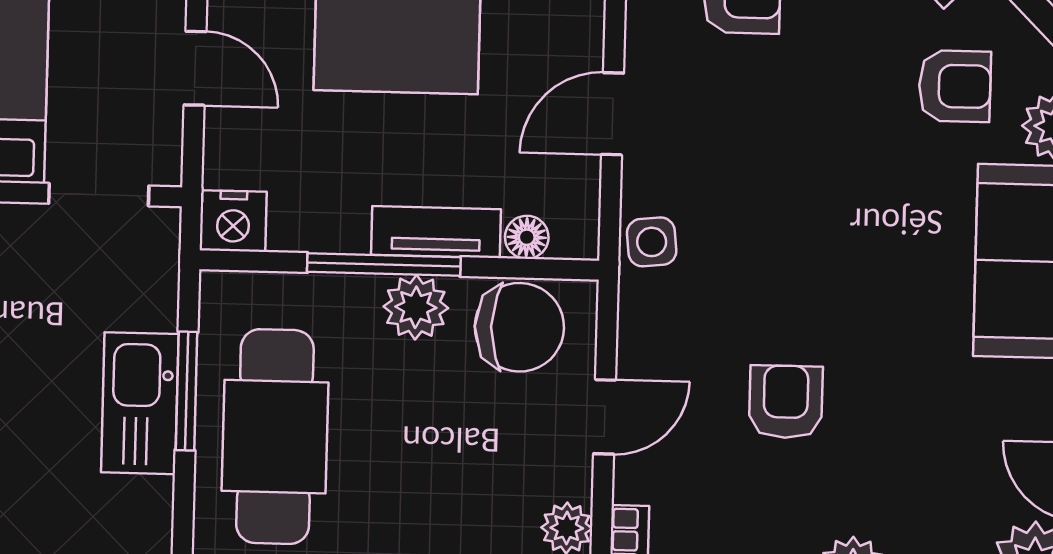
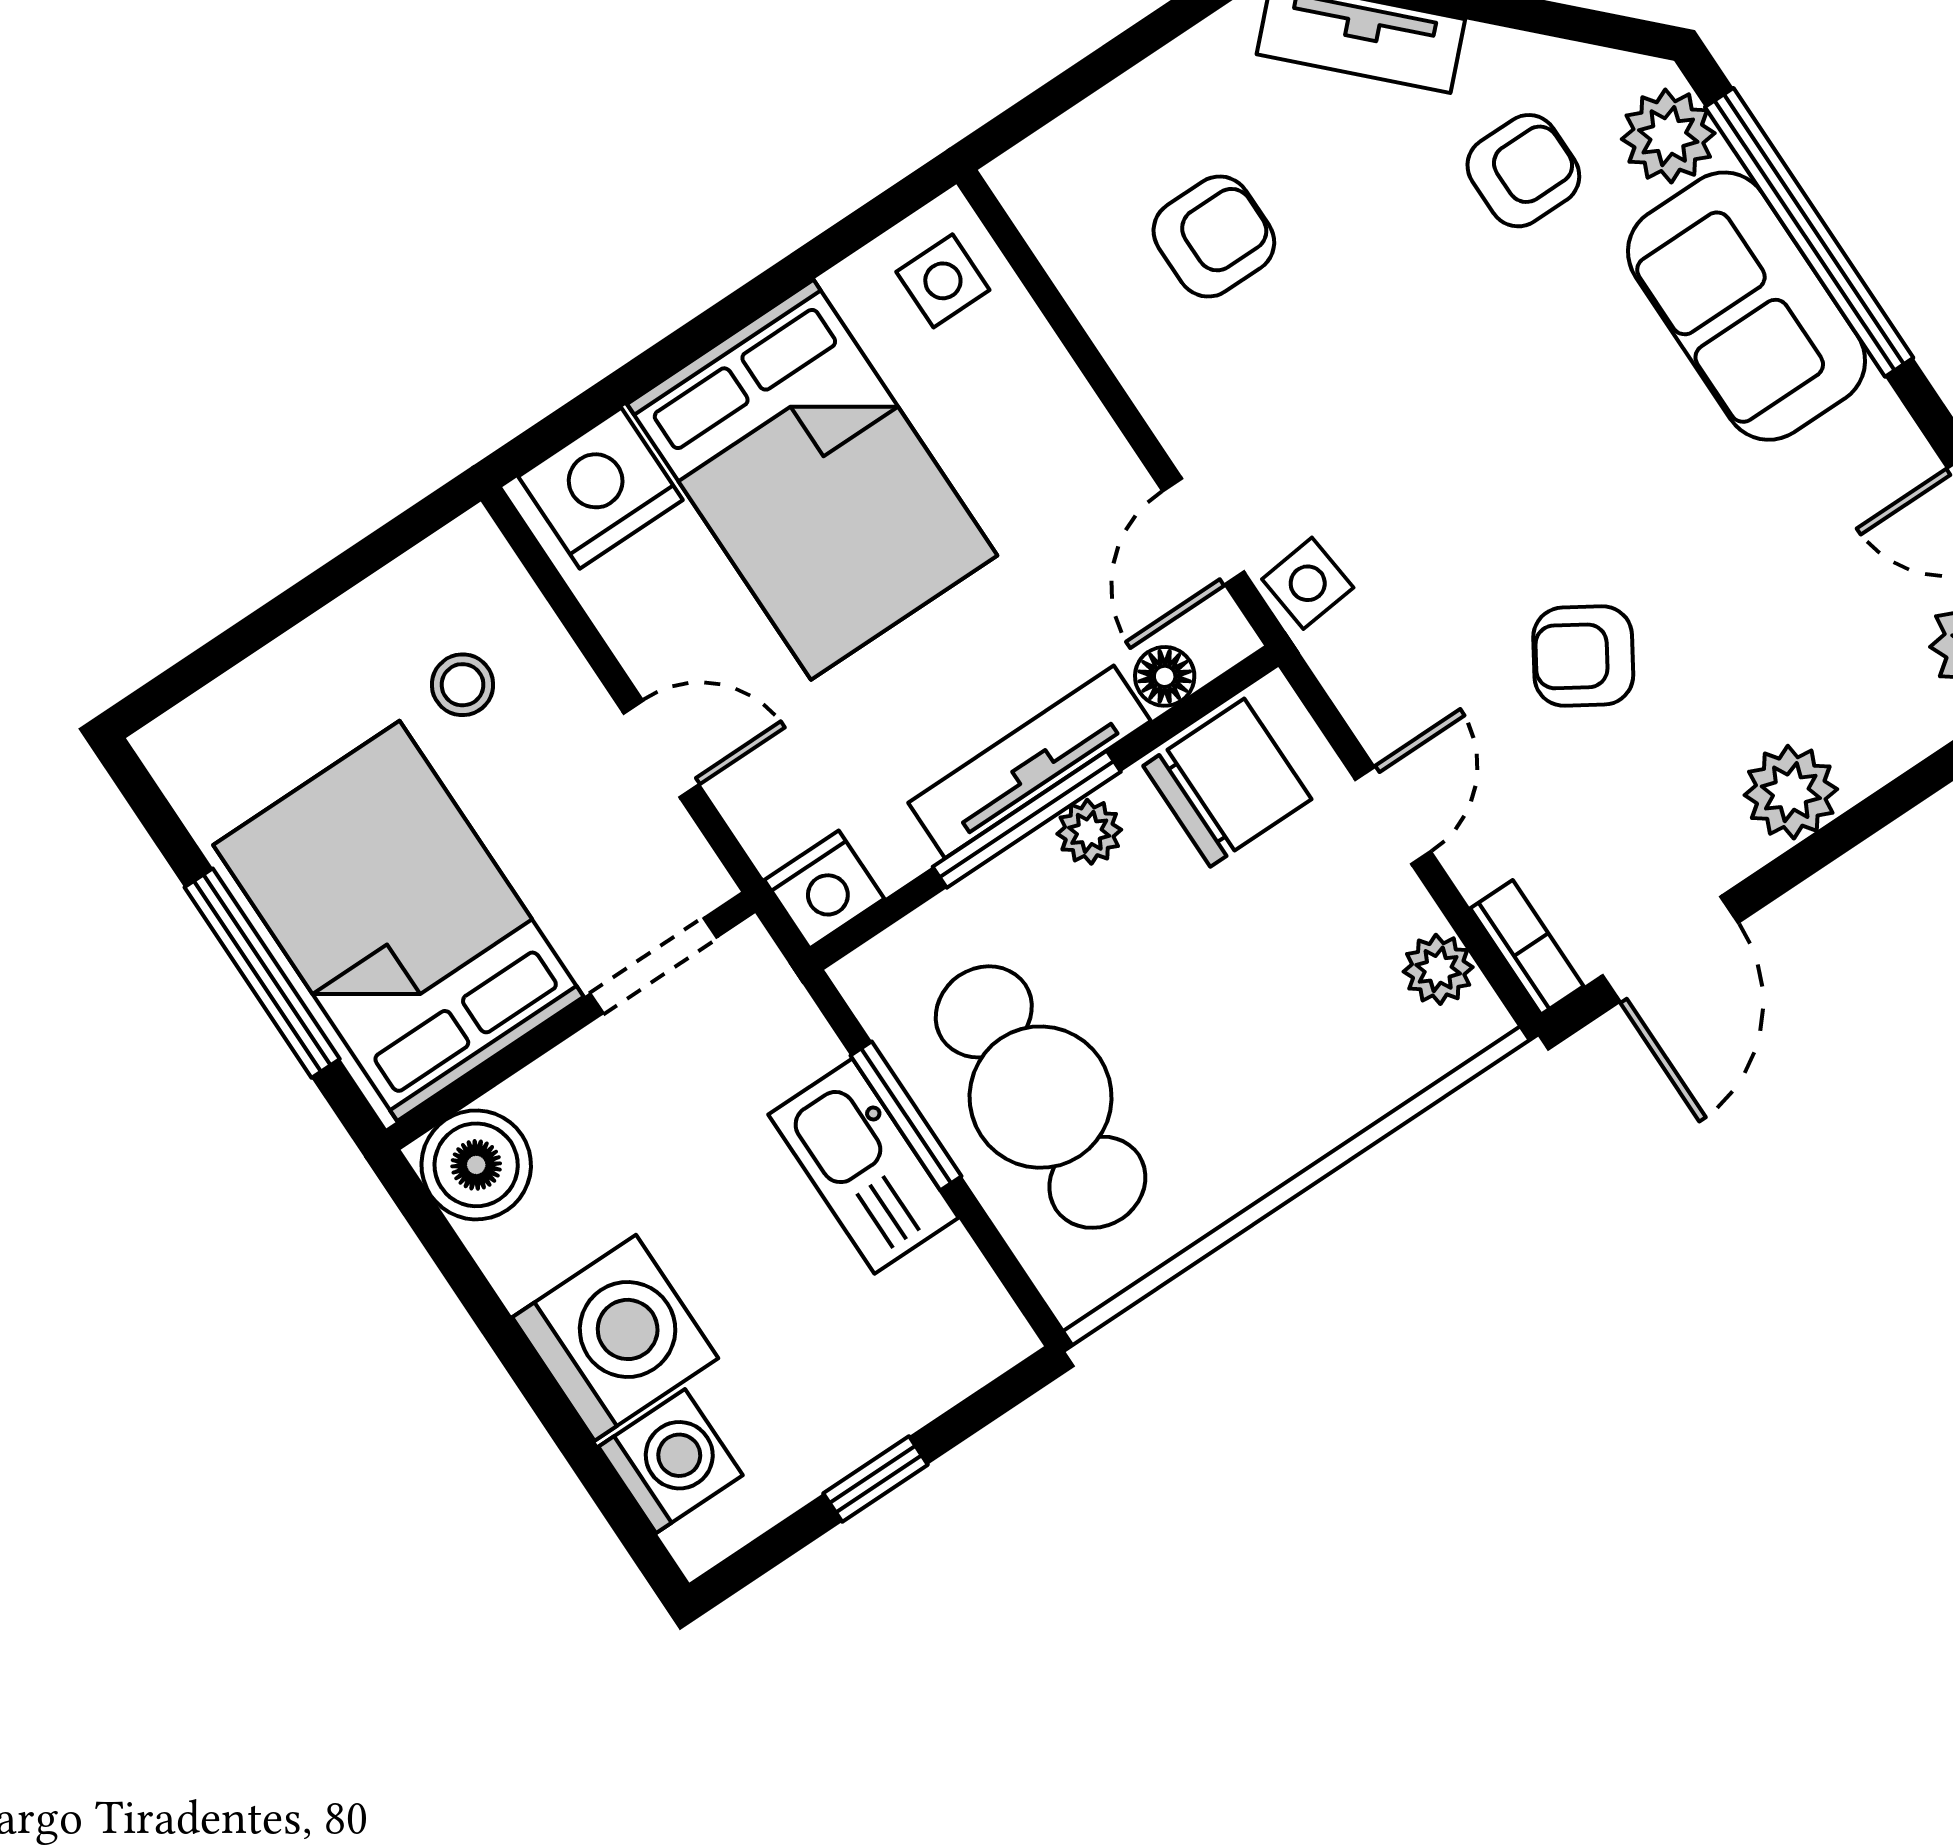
door: (613, 114) -> (1203, 531), moved
tv unit: (436, 232) -> (1029, 762), width x1.41
plant: (416, 307) -> (1089, 832), width x0.73, depth x0.73
armchair: (786, 402) -> (1583, 656), turned -58

